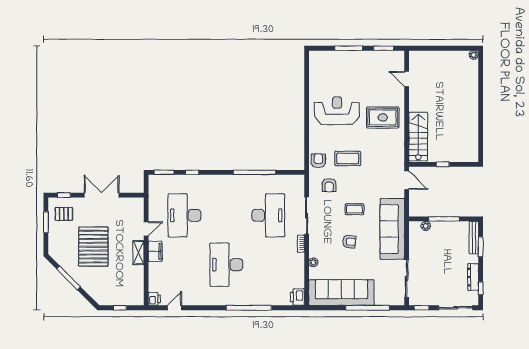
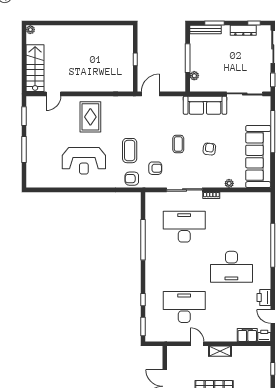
reception desk: (337, 111) -> (84, 161), turned -90
stairs: (418, 137) -> (35, 68), moved, turned 90
desk: (184, 215) -> (184, 307), turned 180
sofa: (392, 229) -> (205, 105), width x0.74, depth x0.79
filing cabinet: (155, 251) -> (247, 335), moved
printer: (297, 297) -> (264, 298), moved, turned 90

